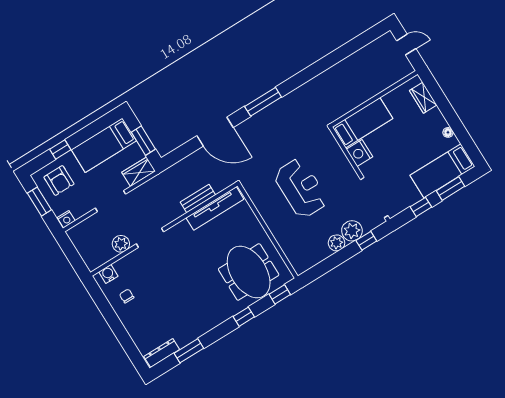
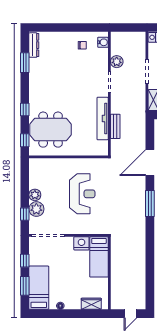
reception desk: (301, 188) -> (82, 194), turned -90
tv unit: (215, 208) -> (103, 119), moved

